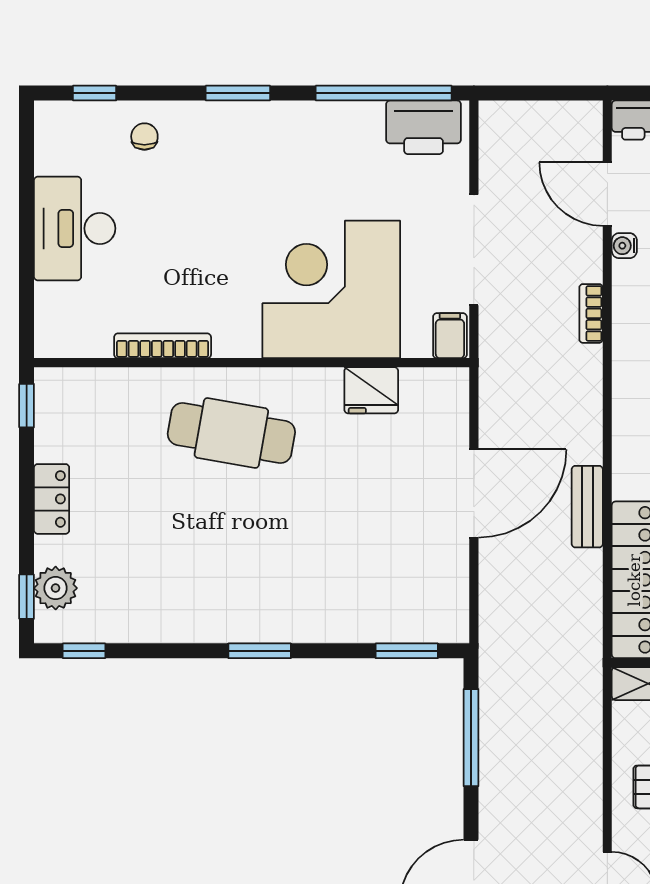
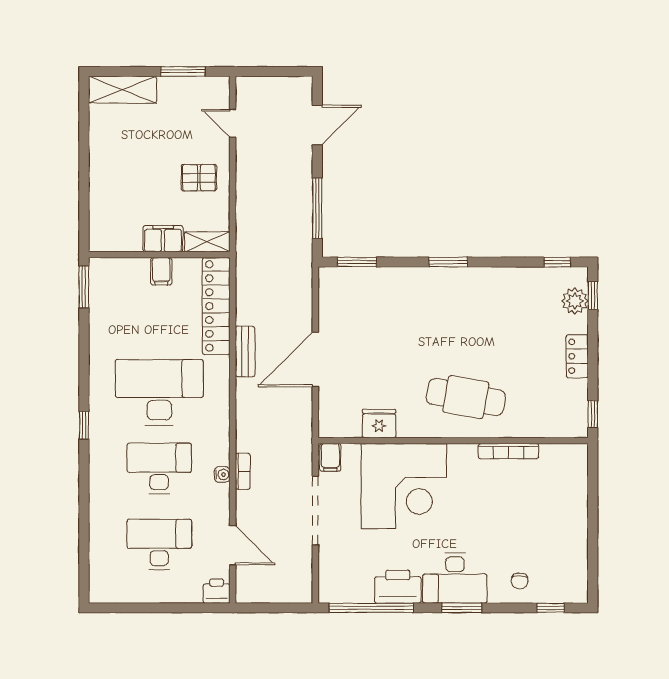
printer: (424, 127) -> (398, 587), moved
desk: (75, 228) -> (455, 578), moved, turned 90
water cooler: (624, 246) -> (222, 474), moved

